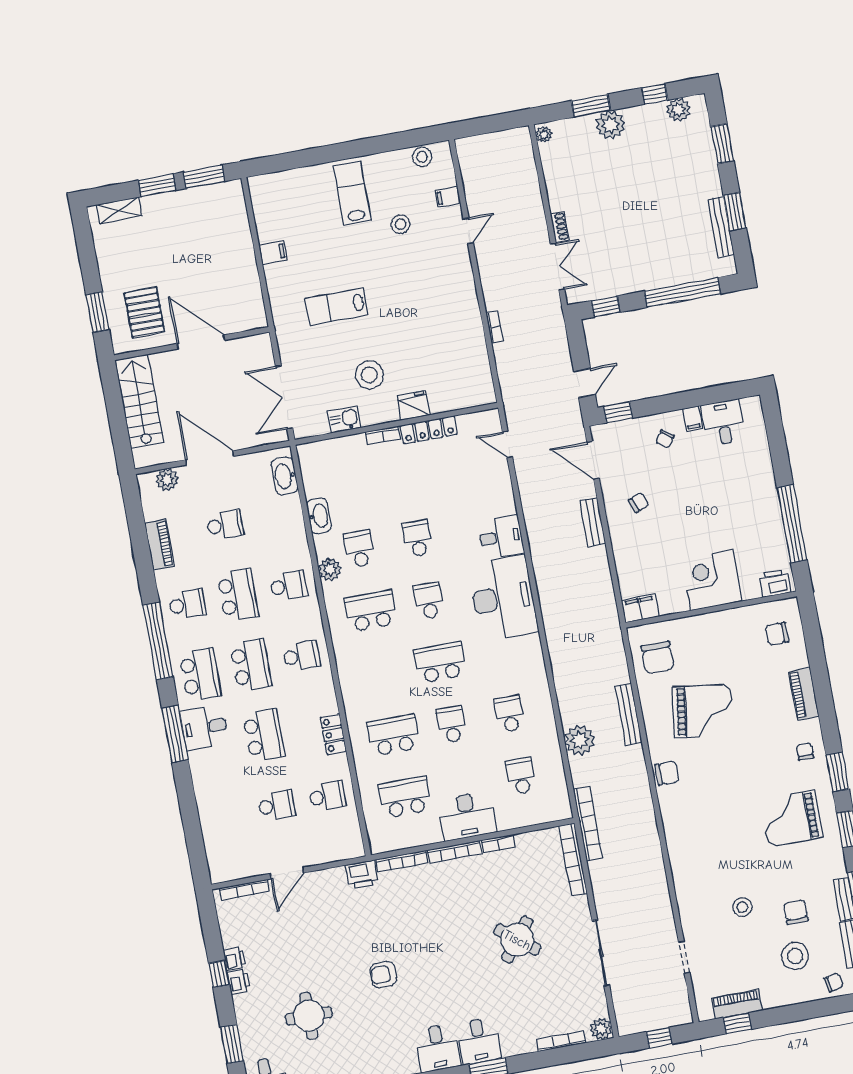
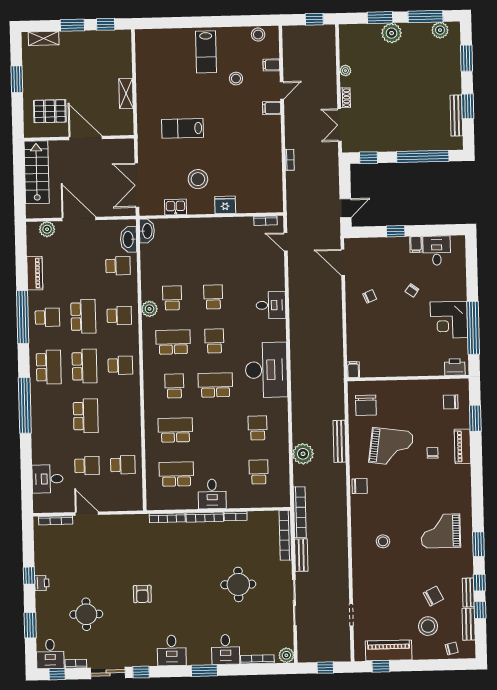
window: (655, 94) -> (425, 17), width x2.17
window: (498, 123) -> (314, 19), added
plant: (544, 135) -> (345, 71), moved
window: (204, 177) -> (106, 24), width x0.67
lab bench: (352, 193) -> (206, 52), turned 180
filing cabinet: (273, 253) -> (272, 108), moved, turned 180
double door: (557, 267) -> (339, 125), swing flipped
shelving: (248, 270) -> (126, 93), added
window: (98, 312) -> (17, 79), moved
pallet: (144, 312) -> (50, 111), turned 90
window: (618, 412) -> (396, 231), moved
locker: (429, 430) -> (233, 223), removed
bookcase: (382, 435) -> (265, 221), moved
chair: (665, 439) -> (412, 290), moved
washbasin: (319, 516) -> (147, 231), moved
bench: (593, 522) -> (301, 555), moved
school desk: (225, 525) -> (118, 266), moved
corner desk: (712, 580) -> (449, 320), moved, turned -90
desk: (503, 598) -> (266, 370), moved
filing cabinet: (640, 608) -> (353, 370), width x0.50
window: (158, 641) -> (23, 317), moved
school desk: (452, 724) -> (174, 386), moved
desk: (204, 727) -> (48, 479), moved
window: (175, 734) -> (25, 405), width x1.46
locker: (333, 734) -> (134, 423), removed
chair: (805, 752) -> (433, 453), moved
window: (838, 772) -> (475, 418), moved
desk: (467, 816) -> (212, 494), width x0.73
door: (287, 873) -> (87, 514), swing flipped
printer: (362, 874) -> (138, 523), removed
stool: (742, 907) -> (383, 541), moved
chair: (796, 912) -> (433, 596), turned 63
round table: (517, 940) -> (238, 584), turned -38
printer: (234, 959) -> (41, 567), removed
armchair: (384, 975) -> (142, 594), turned -90
piano: (737, 1004) -> (389, 650), width x1.37, depth x1.33
desk: (479, 1041) -> (226, 649), moved

